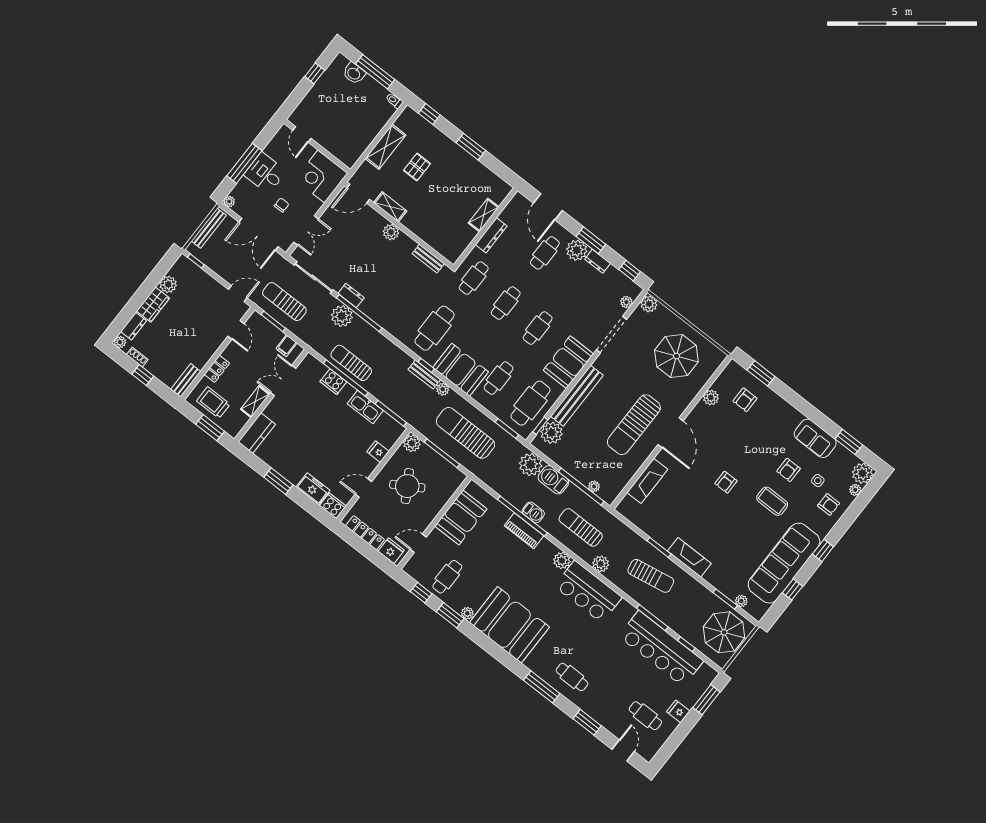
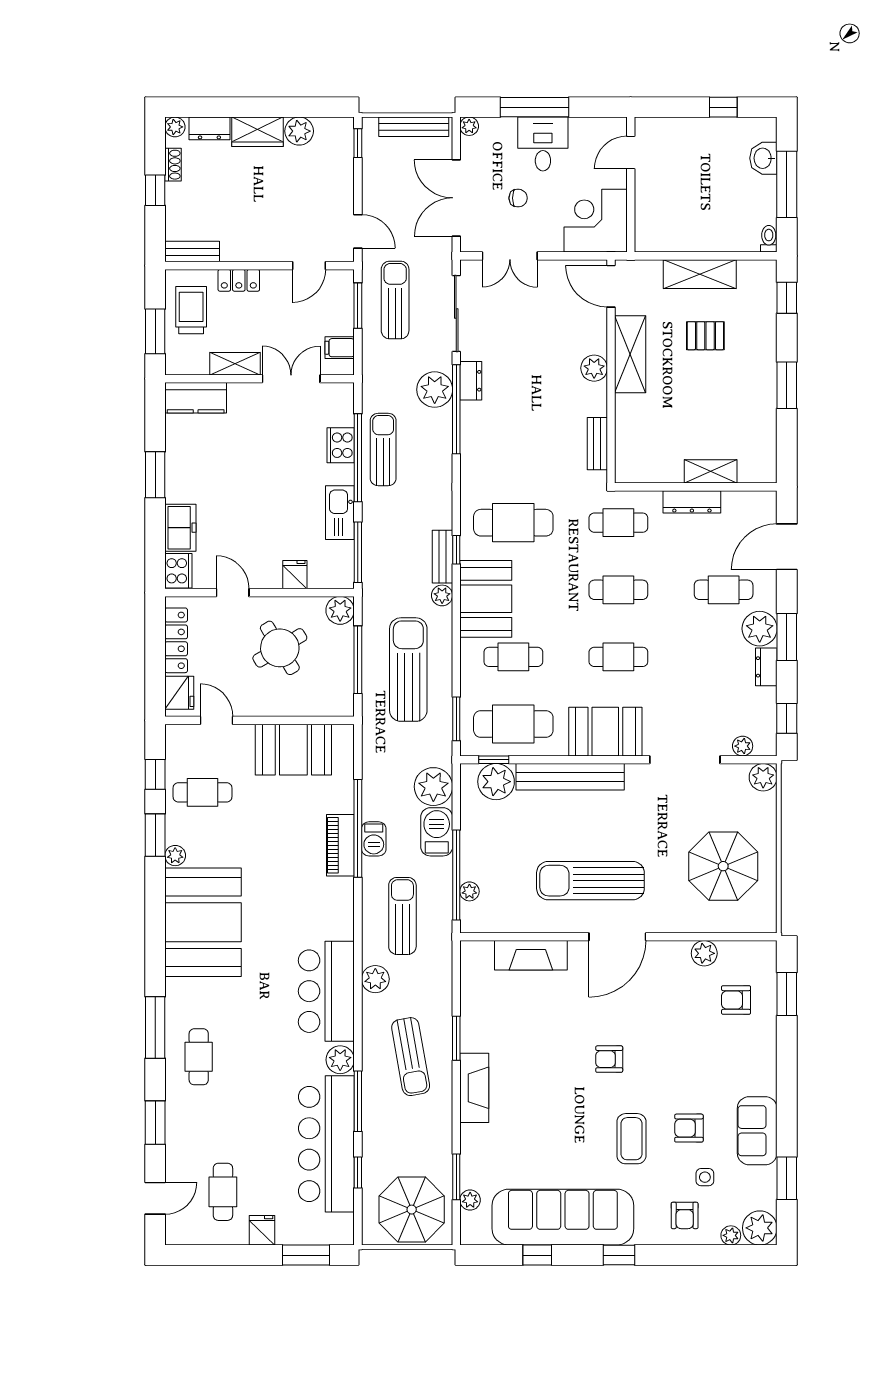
shelving: (390, 207) -> (630, 354), width x1.50, depth x1.33
plant: (562, 560) -> (340, 1060), moved

